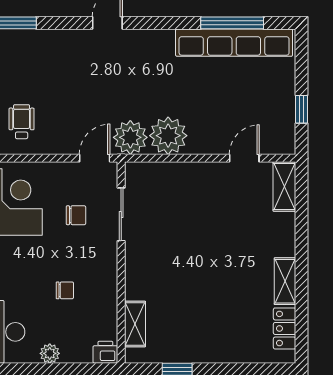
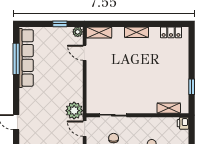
plant: (168, 136) -> (78, 32), moved, width x0.53, depth x0.53
shelving: (285, 281) -> (136, 32), moved

